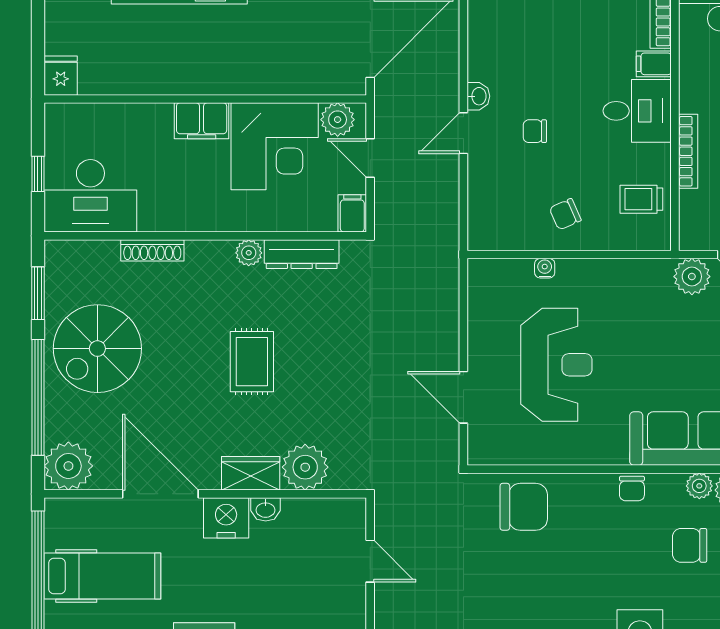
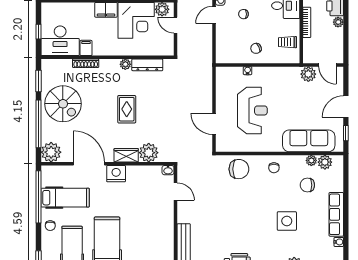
filing cabinet: (352, 213) -> (86, 48), moved
spiral stairs: (97, 349) -> (63, 104), turned -90
chair: (632, 489) -> (274, 168), moved
washbasin: (266, 509) -> (168, 170), moved

